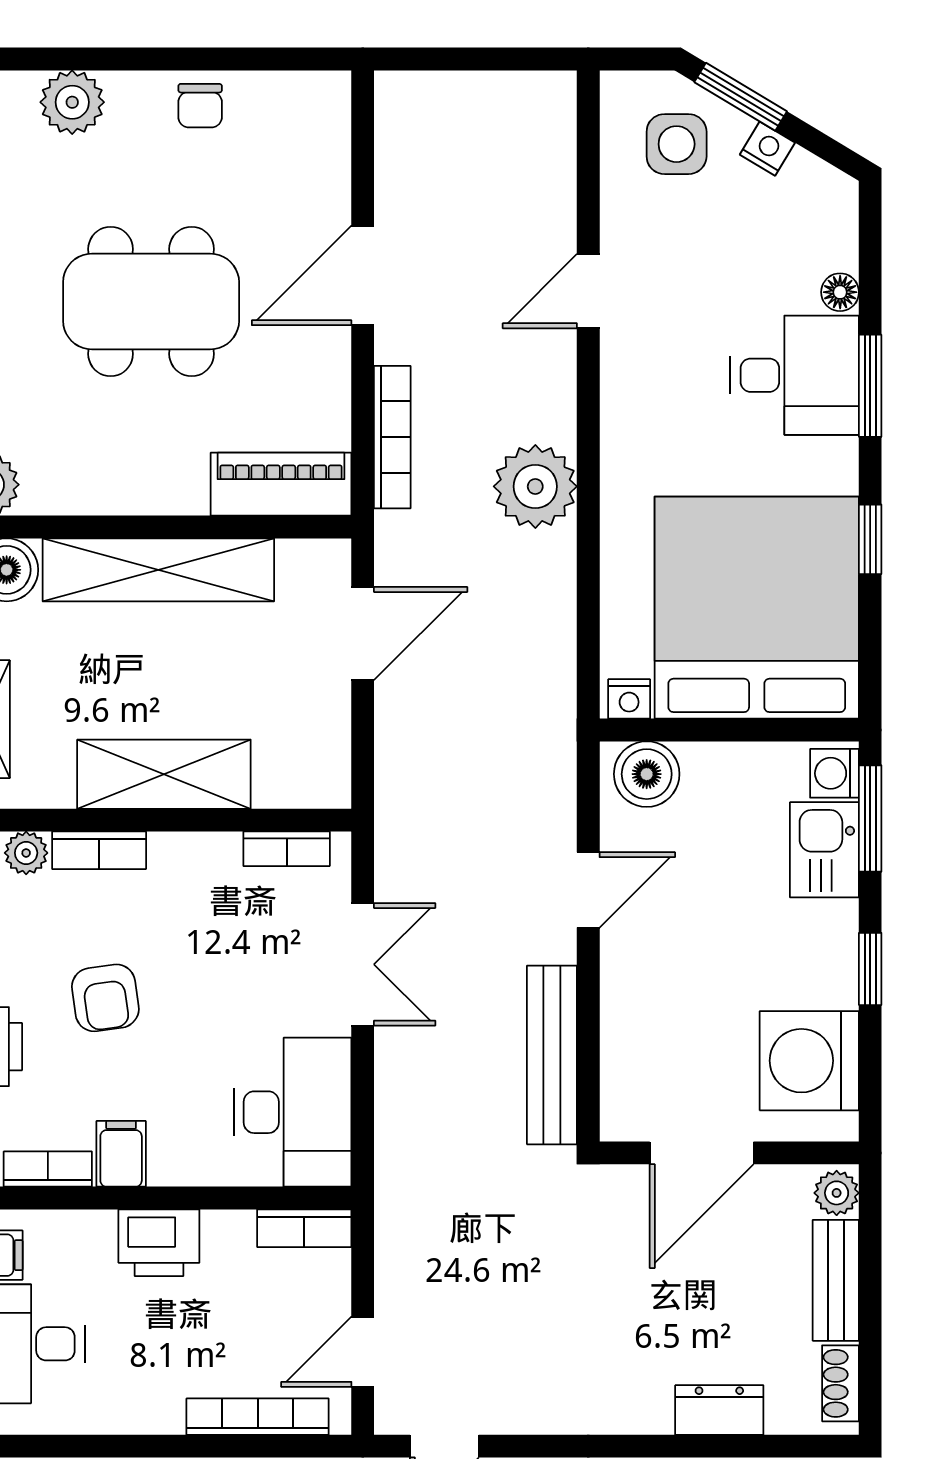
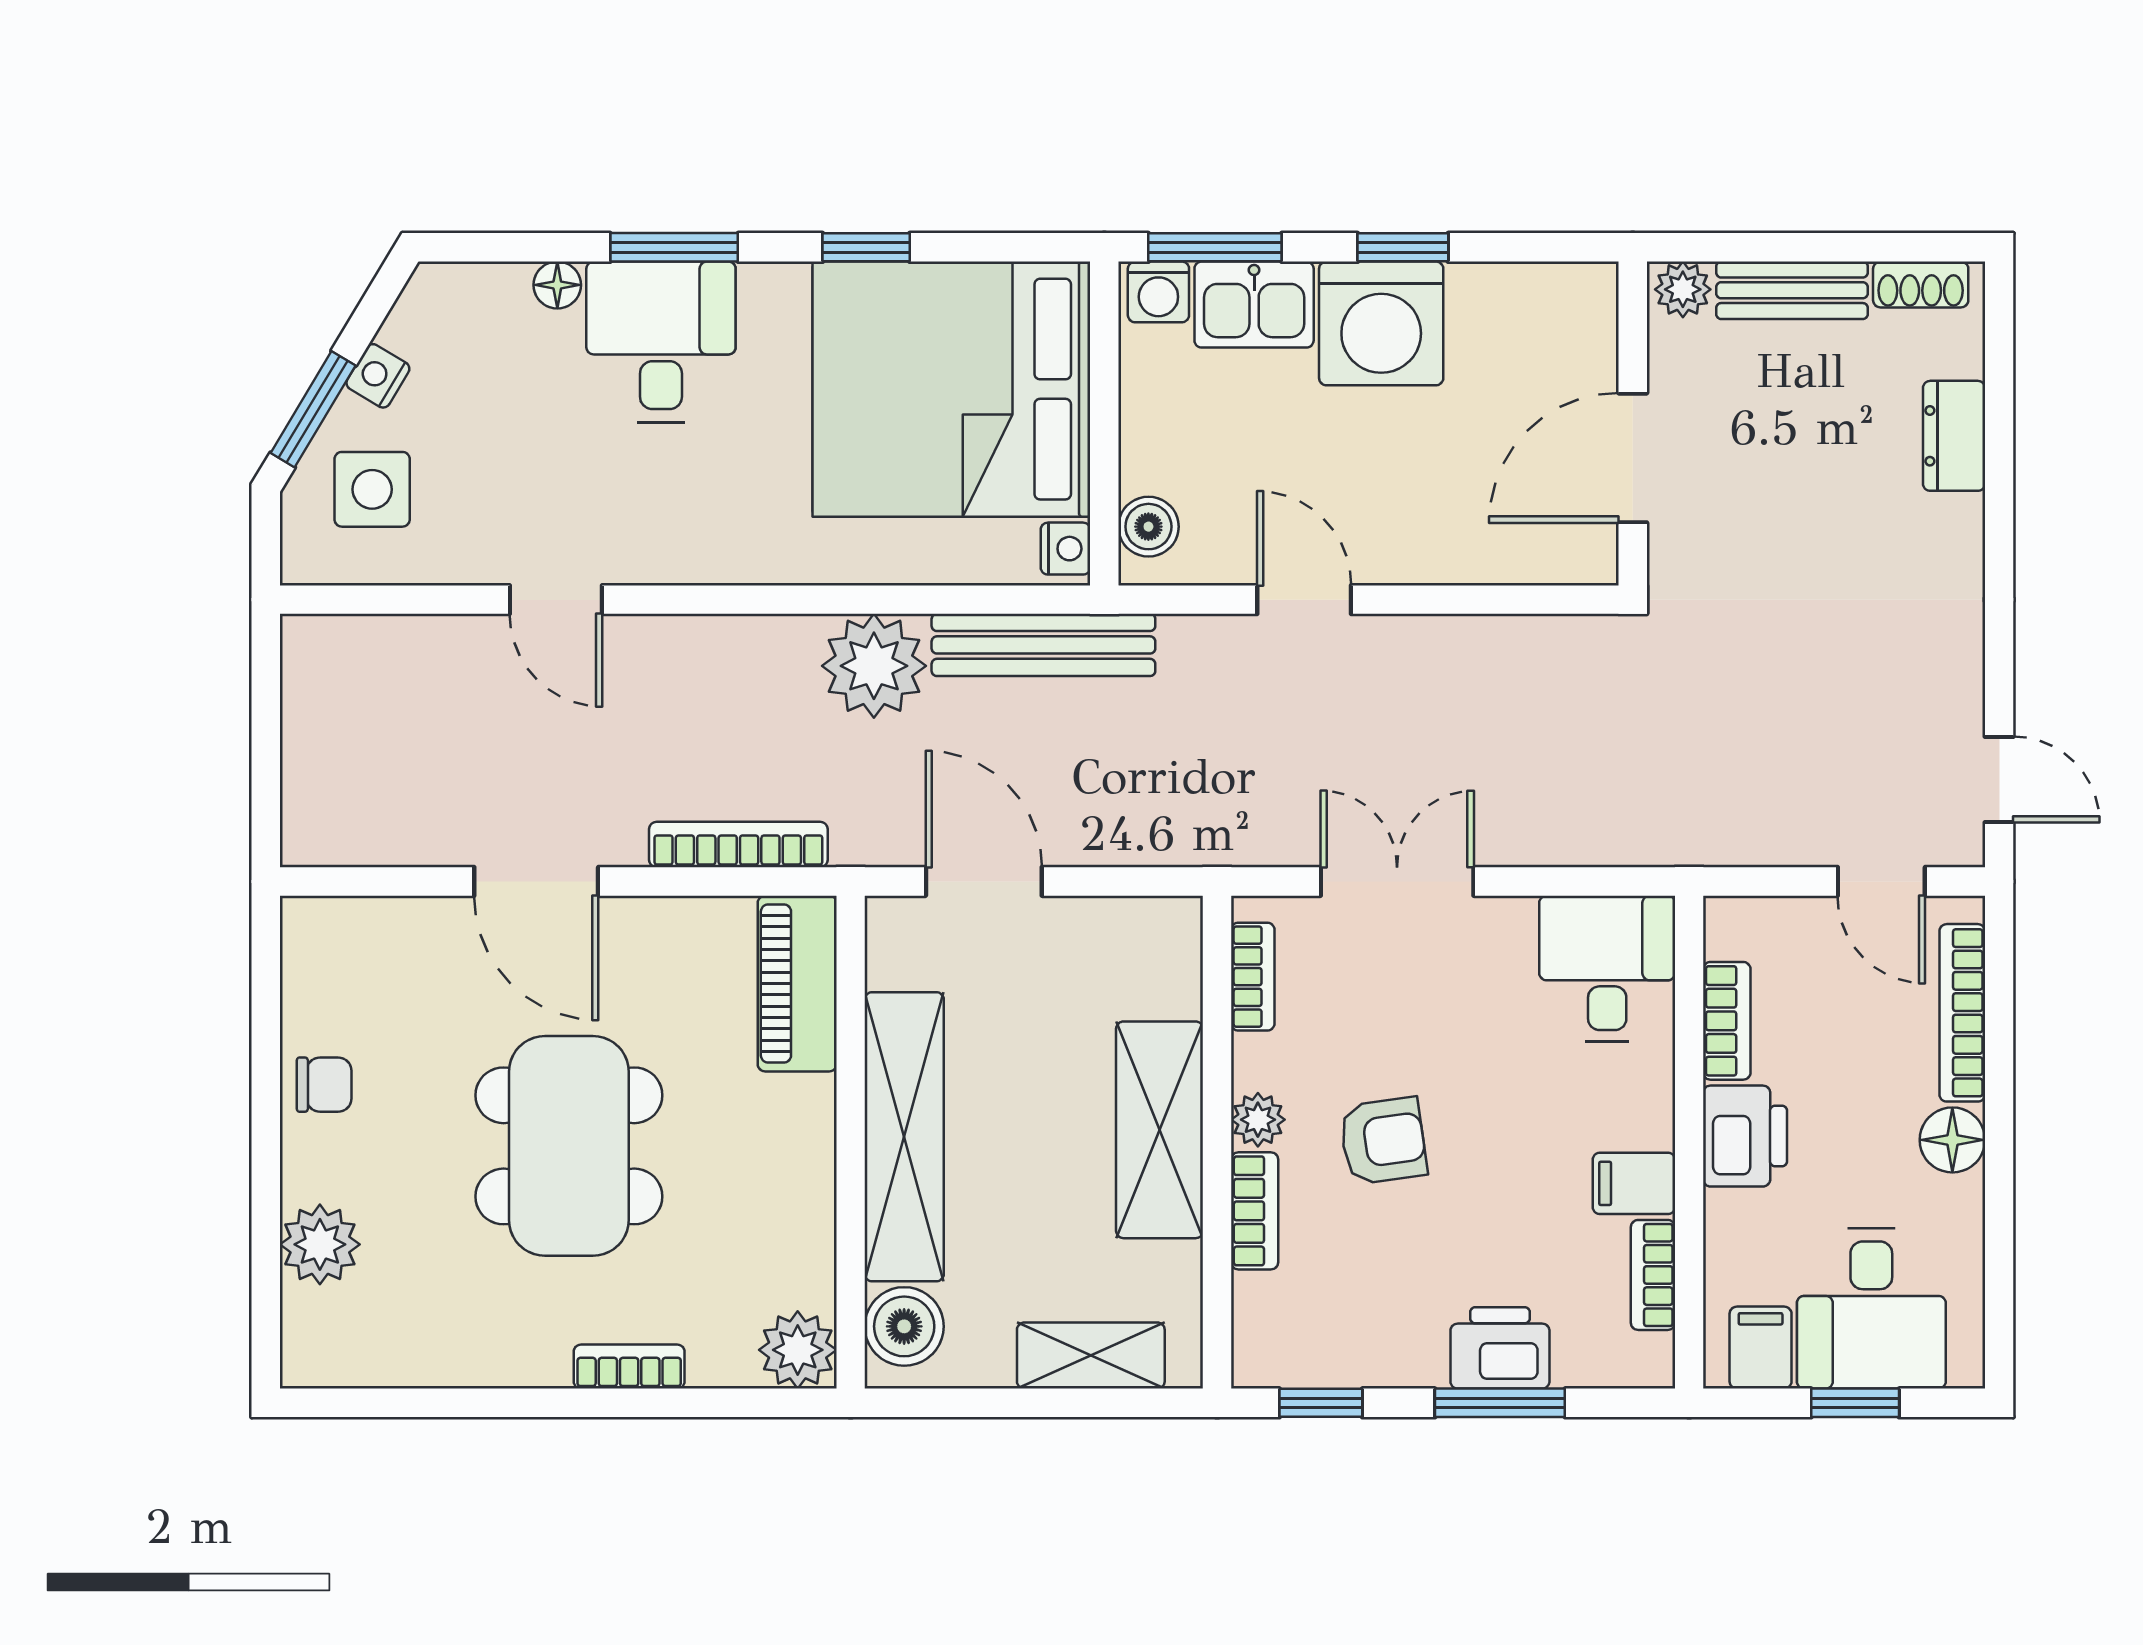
plant: (535, 486) -> (874, 666), moved
boiler: (647, 774) -> (1148, 527), width x0.73, depth x0.73
plant: (26, 853) -> (1258, 1120), moved
armchair: (105, 998) -> (1383, 1141), moved
bench: (552, 1055) -> (1043, 645), moved
washing machine: (809, 1061) -> (1381, 323), moved
desk: (293, 1112) -> (1607, 969), width x0.73
door: (702, 1153) -> (1633, 458), swing flipped
bookcase: (304, 1228) -> (1727, 1021), moved
floor lamp: (156, 1409) -> (1952, 1140), added

